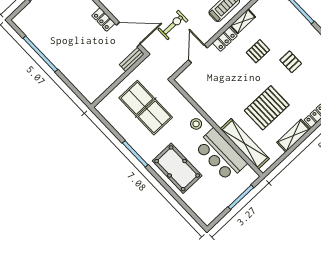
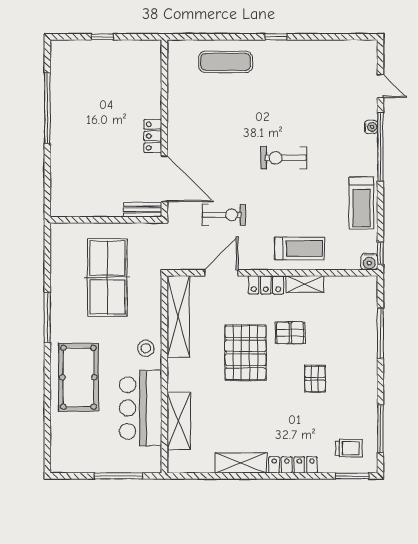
shelving: (197, 94) -> (178, 317), added
pallet: (267, 108) -> (245, 353), moved, turned 90
shelving: (245, 144) -> (179, 421), width x0.68

